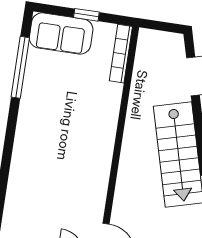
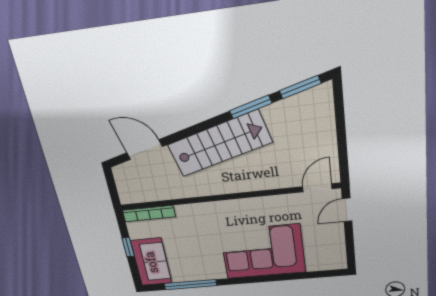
corner sofa: (43, 162) -> (263, 252), added

